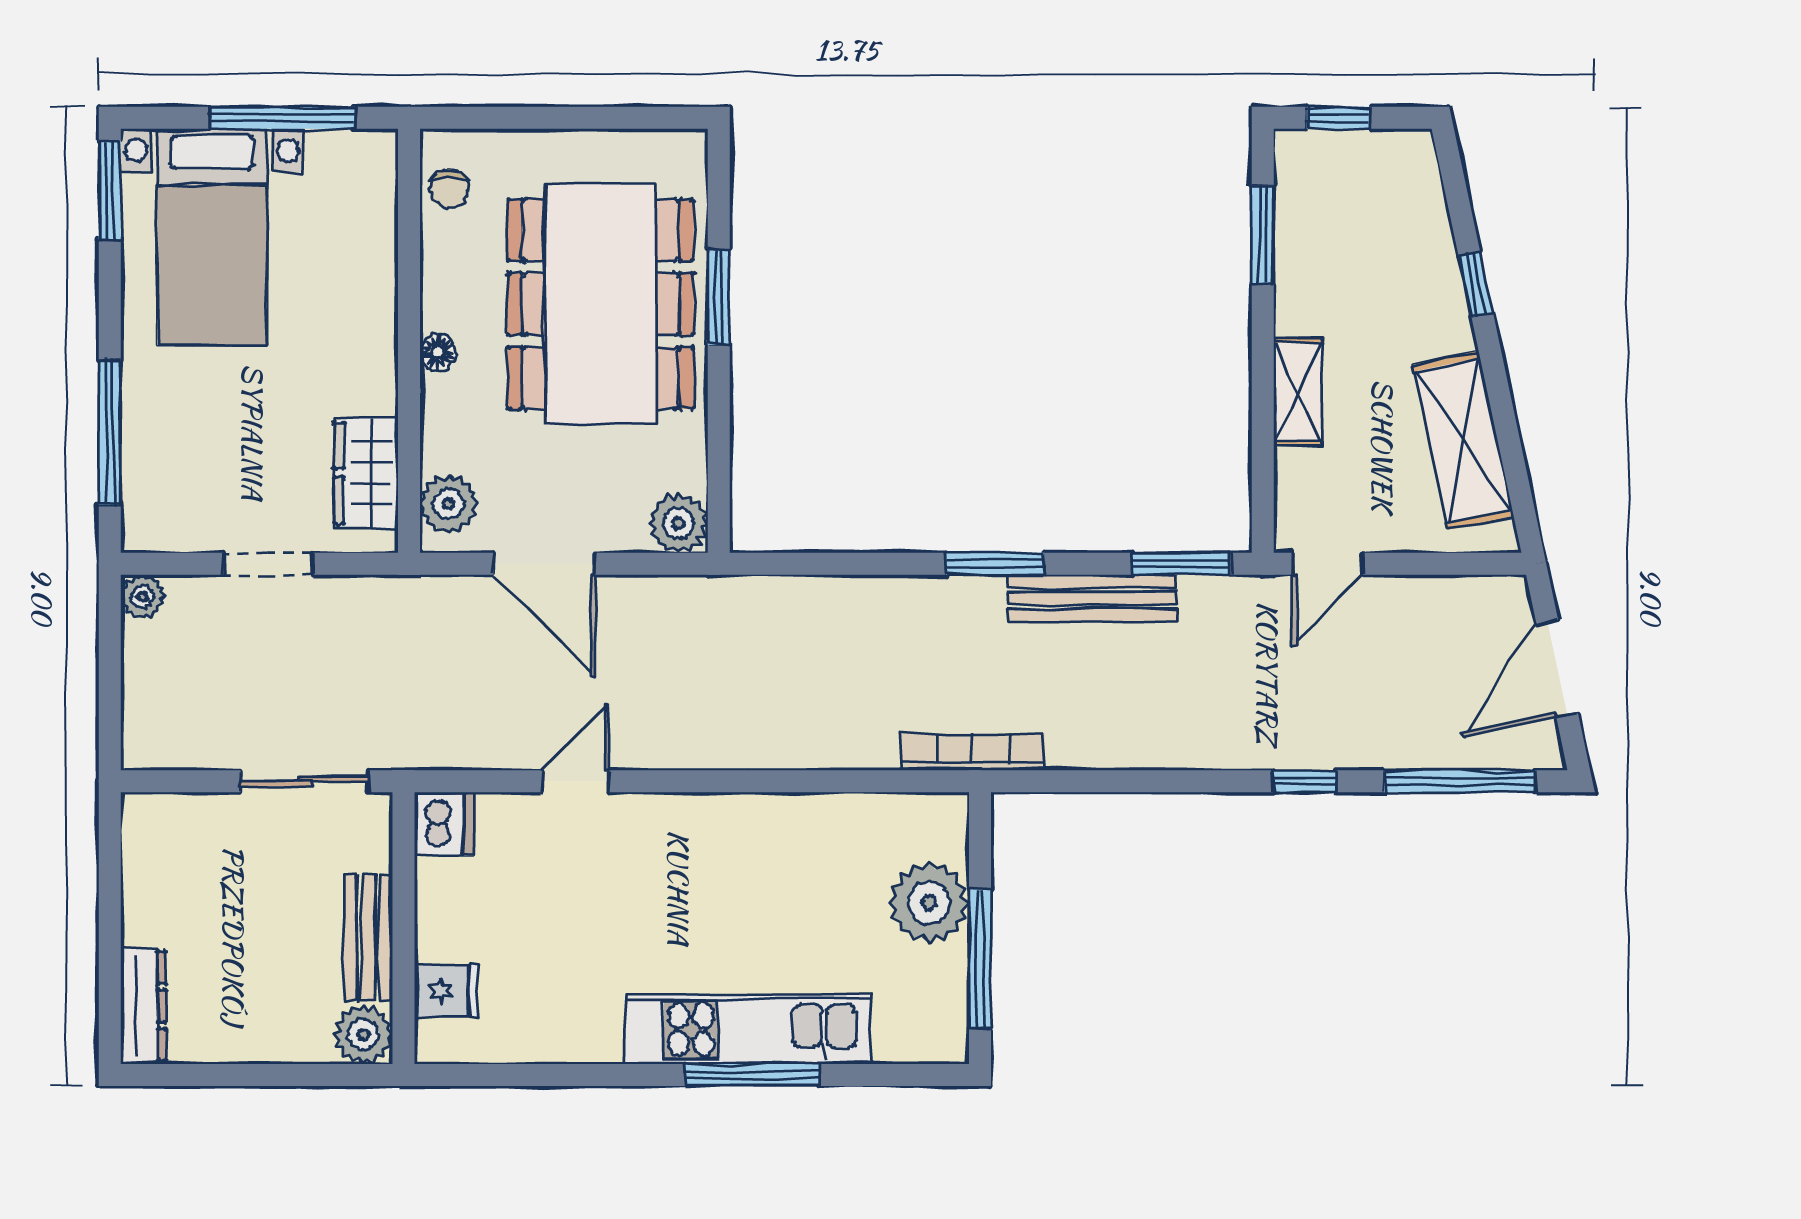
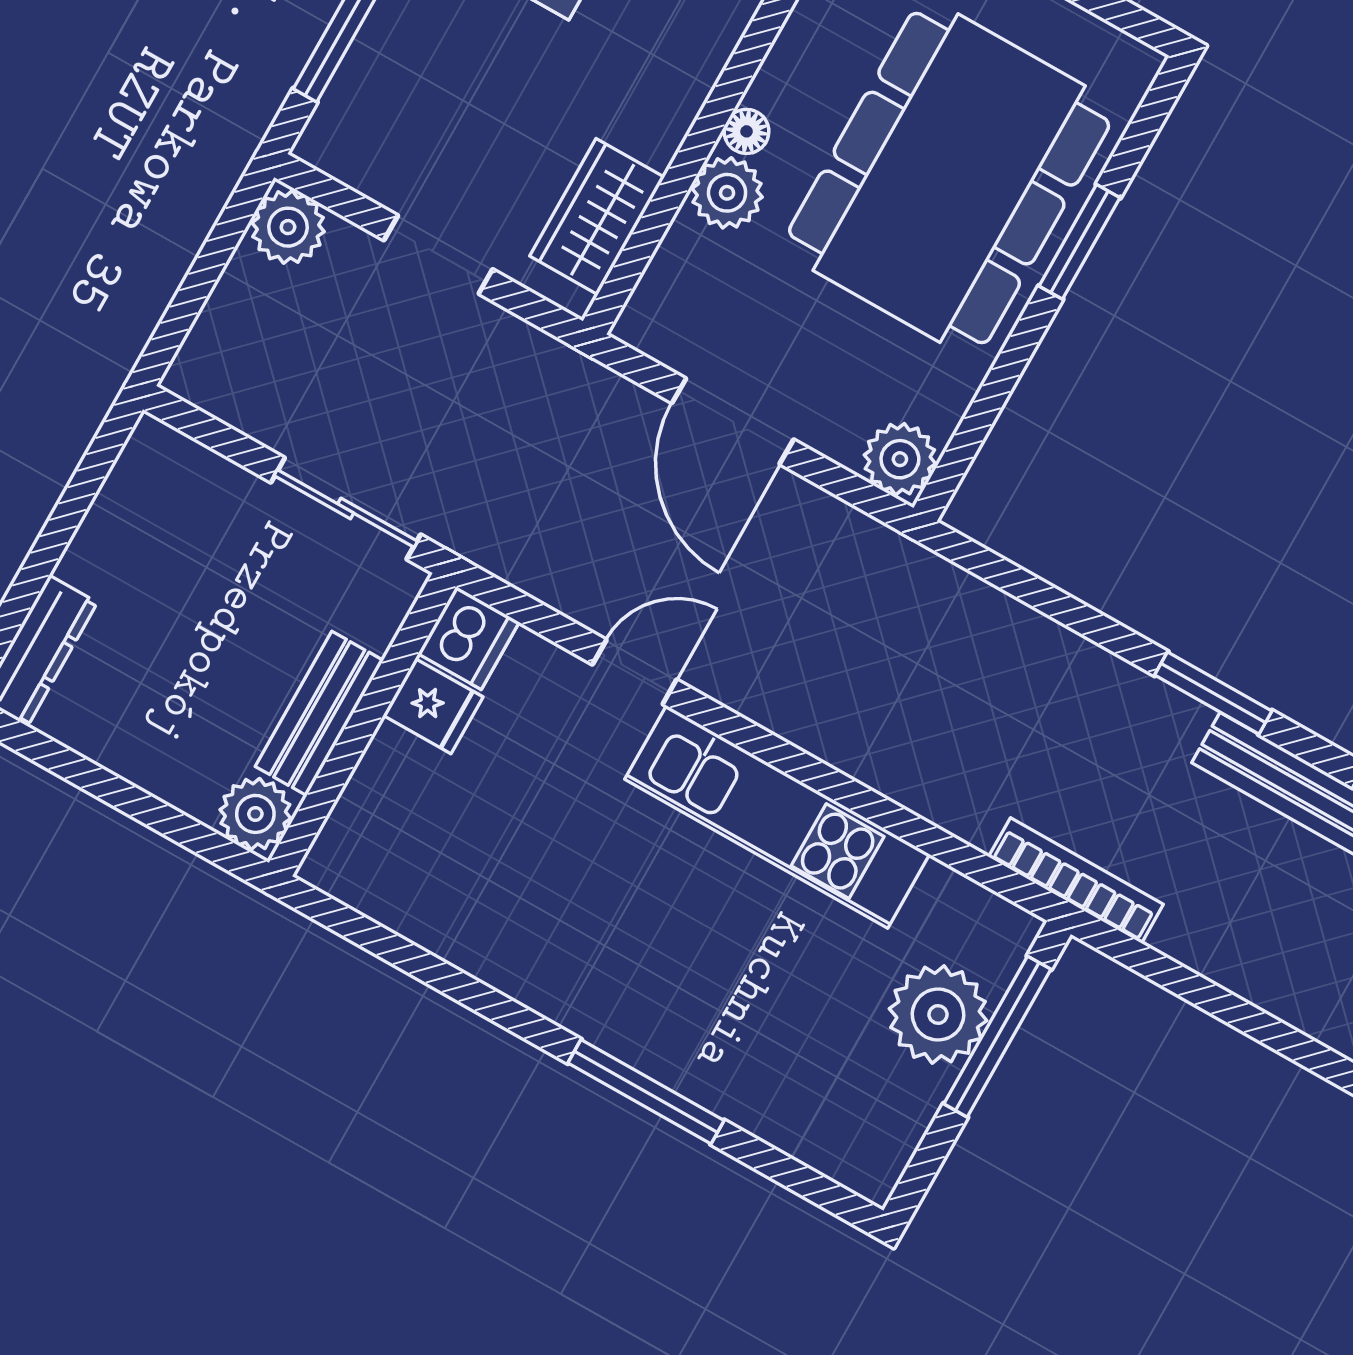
plant: (449, 504) -> (727, 193), moved
plant: (142, 596) -> (288, 227), width x1.38, depth x1.38
window: (980, 959) -> (997, 1037), moved
fridge: (446, 991) -> (433, 706), moved
kitchen unit: (748, 1029) -> (777, 817), moved, turned 180

